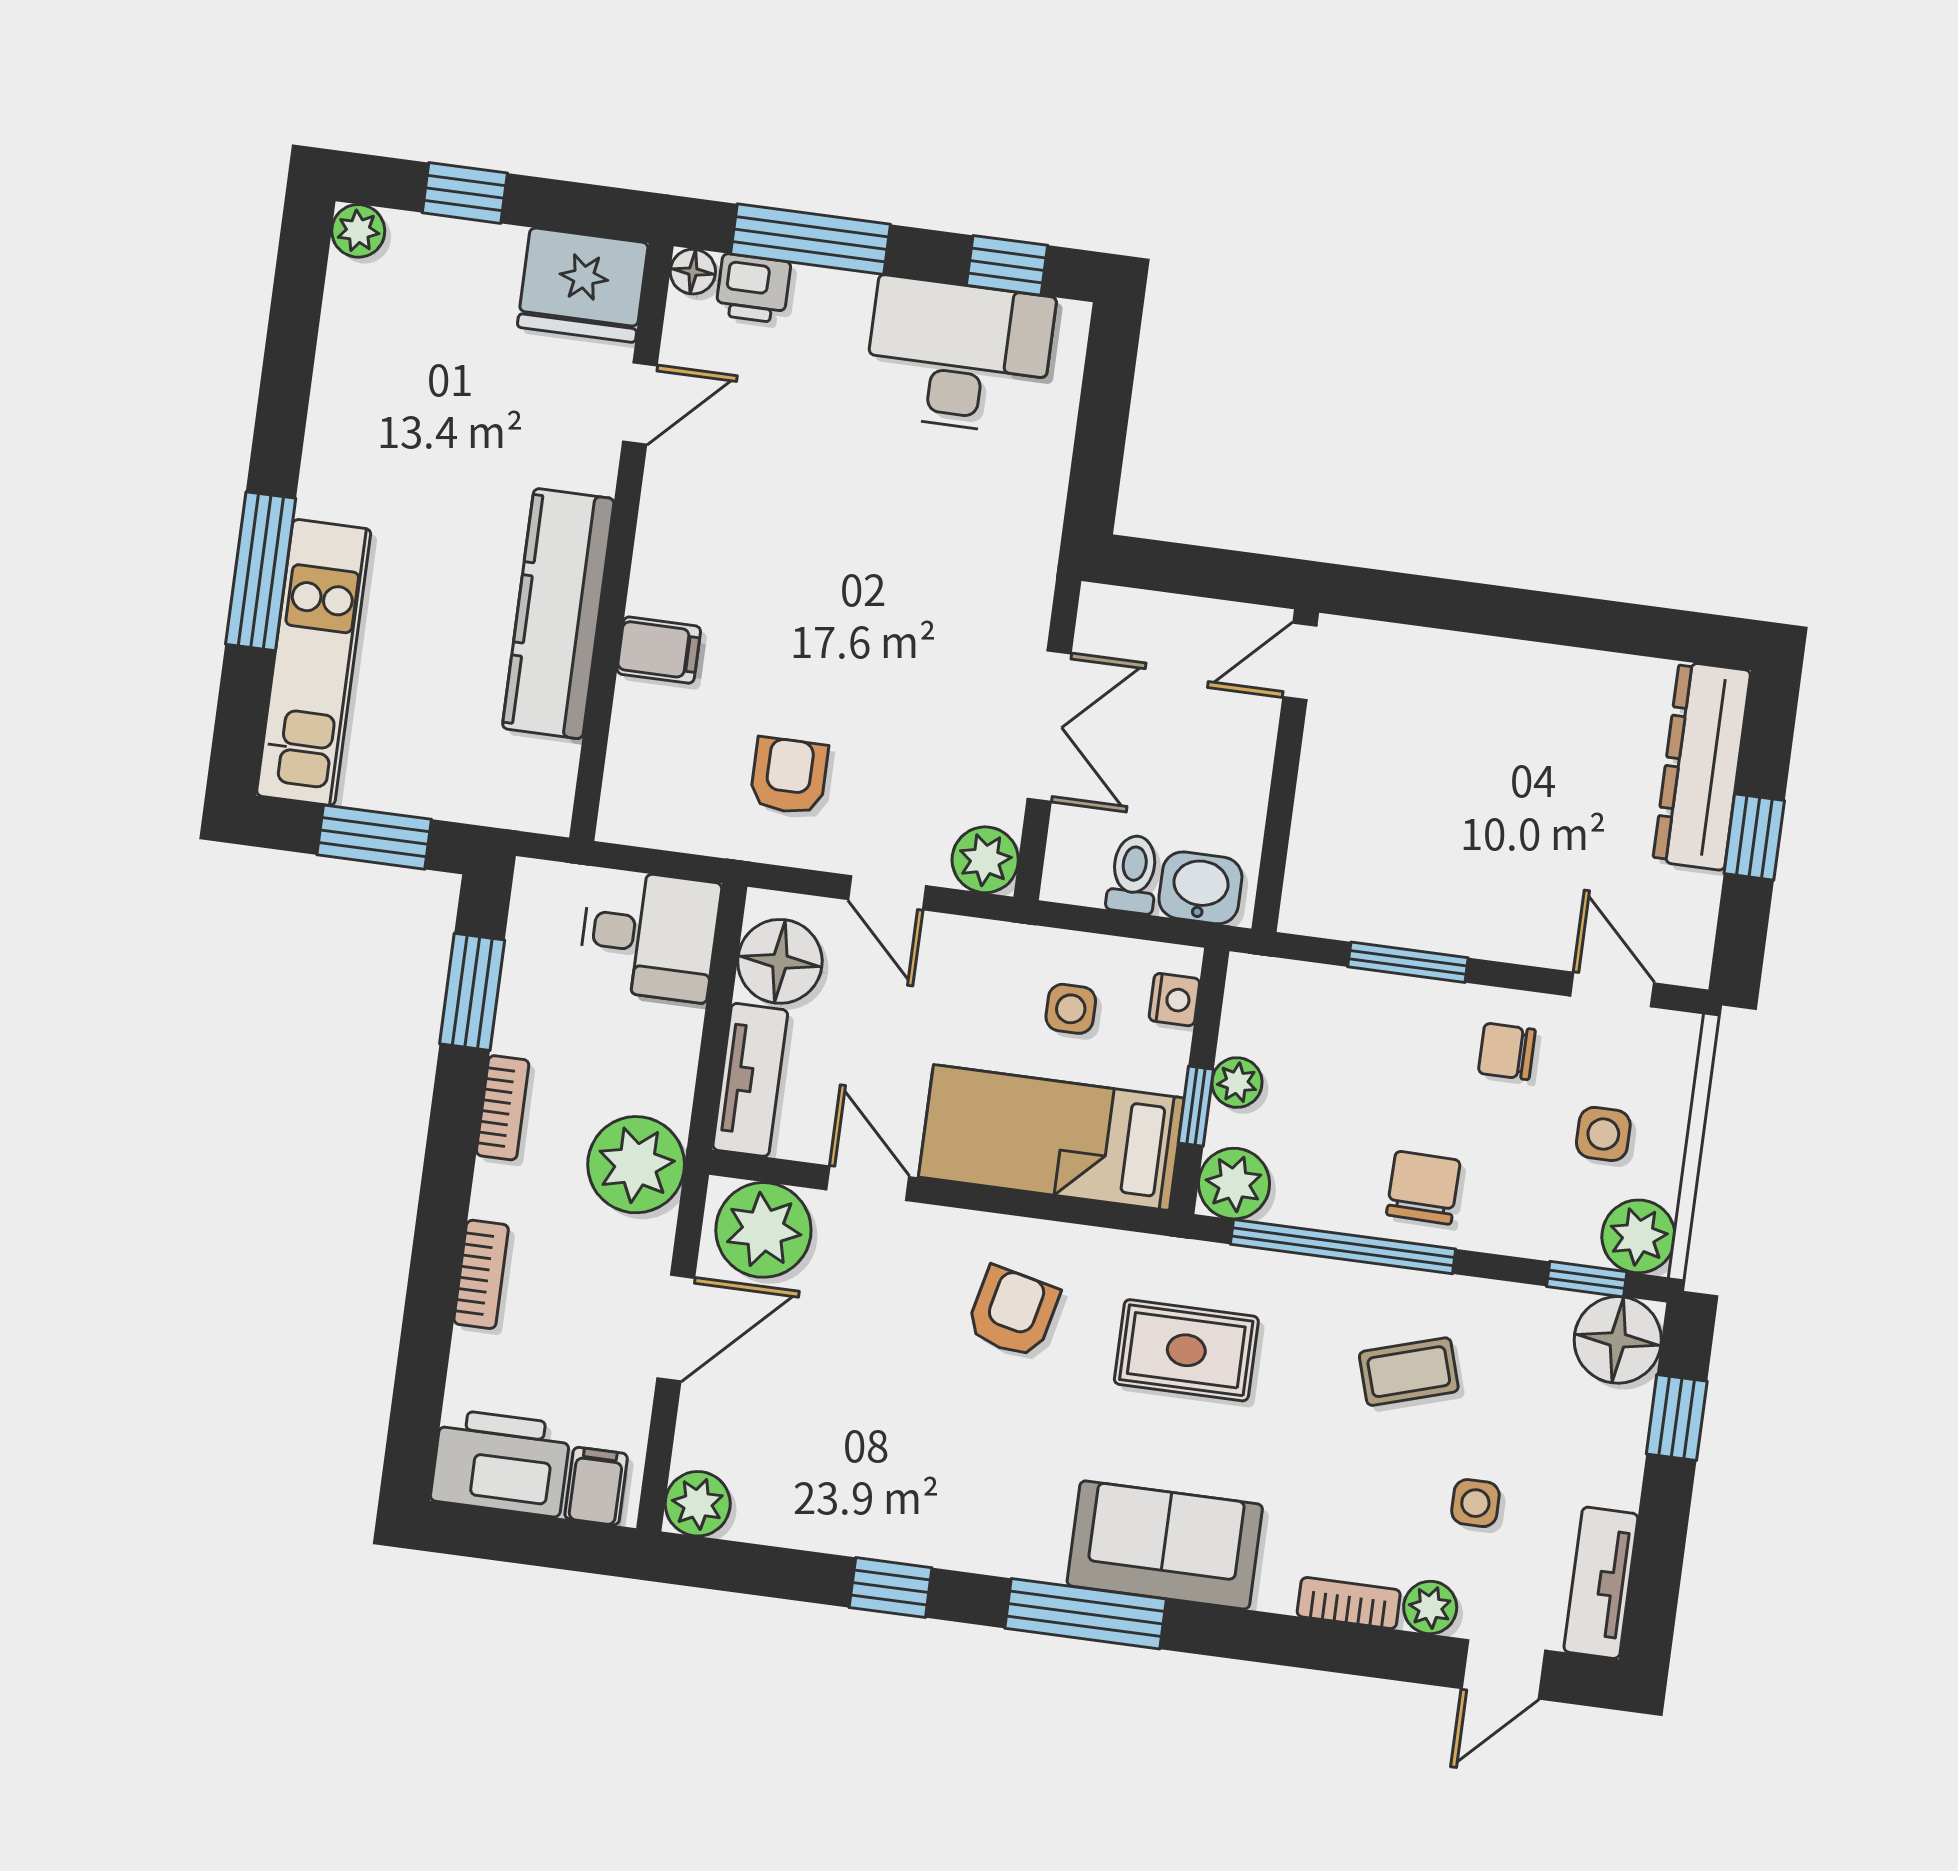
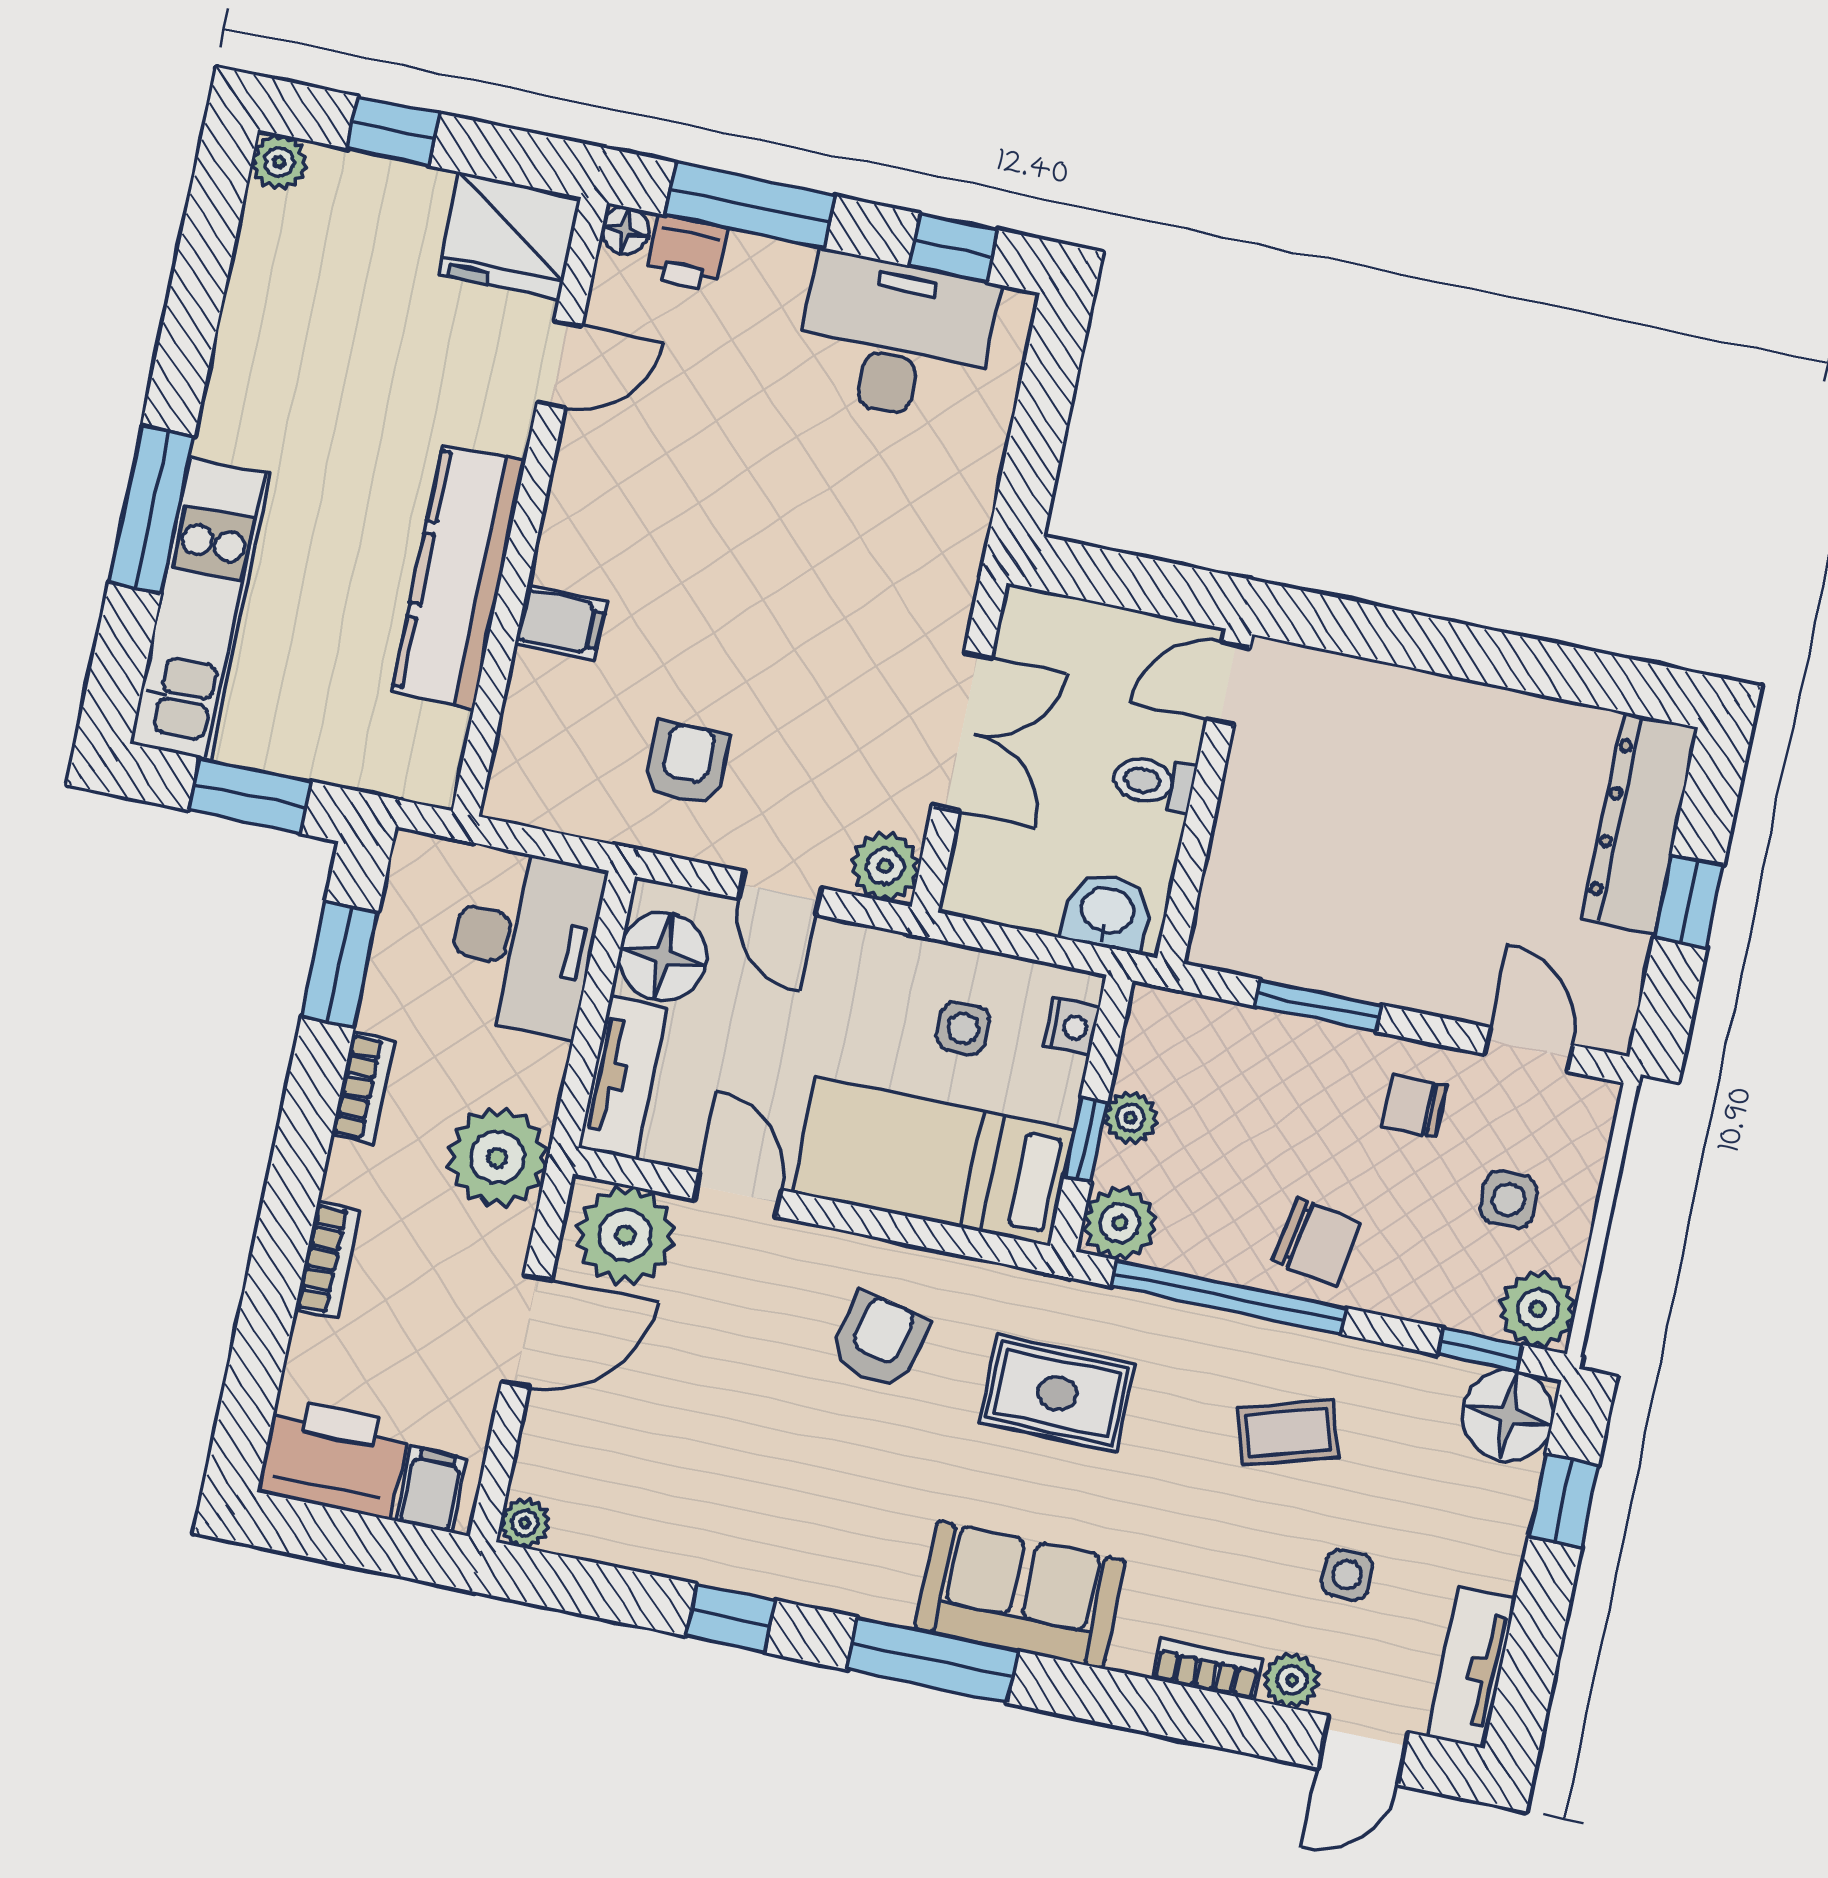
toilet: (1133, 874) -> (1153, 782), moved, turned -90
desk: (649, 935) -> (524, 942), width x1.37
chair: (1423, 1188) -> (1317, 1242), turned 99
plant: (698, 1504) -> (525, 1523), width x0.73, depth x0.73

